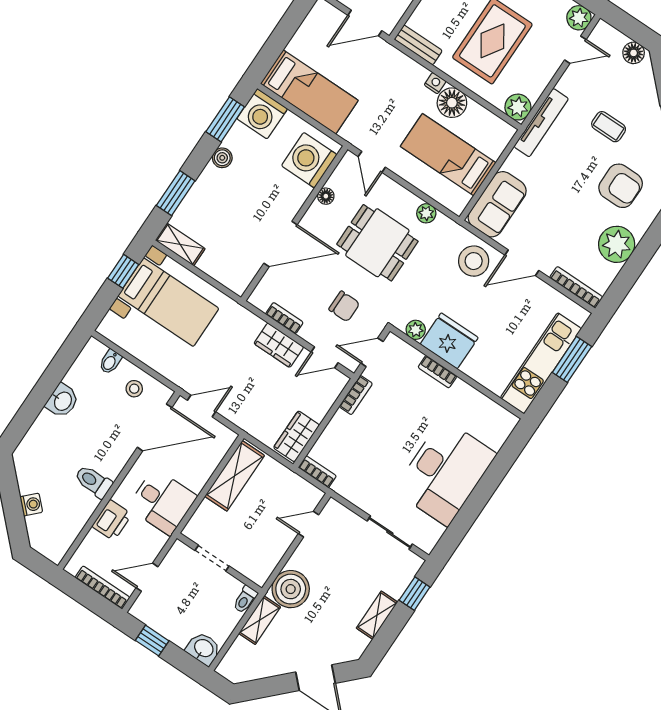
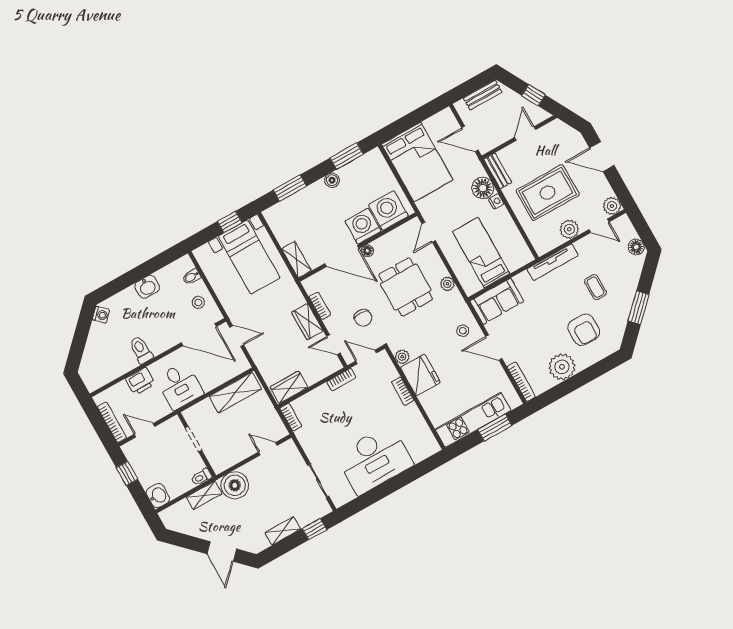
bed: (309, 92) -> (417, 162), width x1.50
floor lamp: (452, 103) -> (483, 188), moved
plant: (518, 107) -> (569, 229), moved
washing machine: (262, 114) -> (363, 226), moved, turned 90
floor lamp: (326, 196) -> (367, 251), moved
shelving: (180, 244) -> (297, 260), moved
stool: (474, 261) -> (463, 331), width x0.53, depth x0.53
washing machine: (31, 504) -> (101, 315), moved

